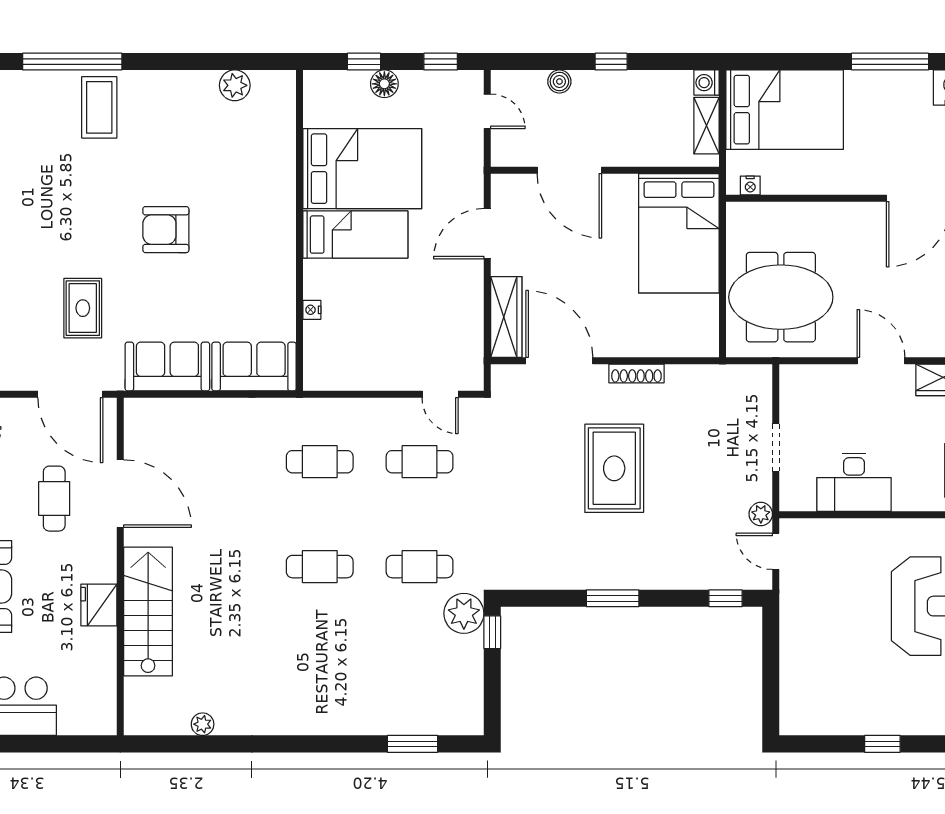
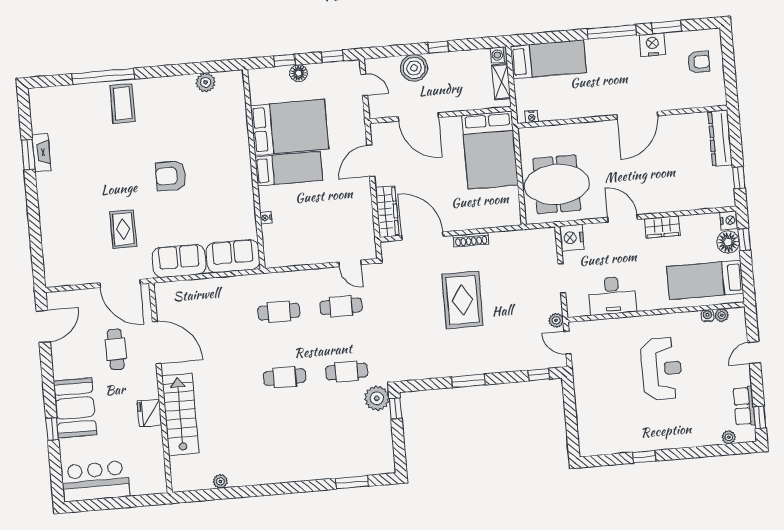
boiler: (559, 82) -> (414, 68), width x1.86, depth x1.86
bed: (785, 110) -> (548, 59), width x0.67
nightstand: (797, 384) -> (572, 238), added

